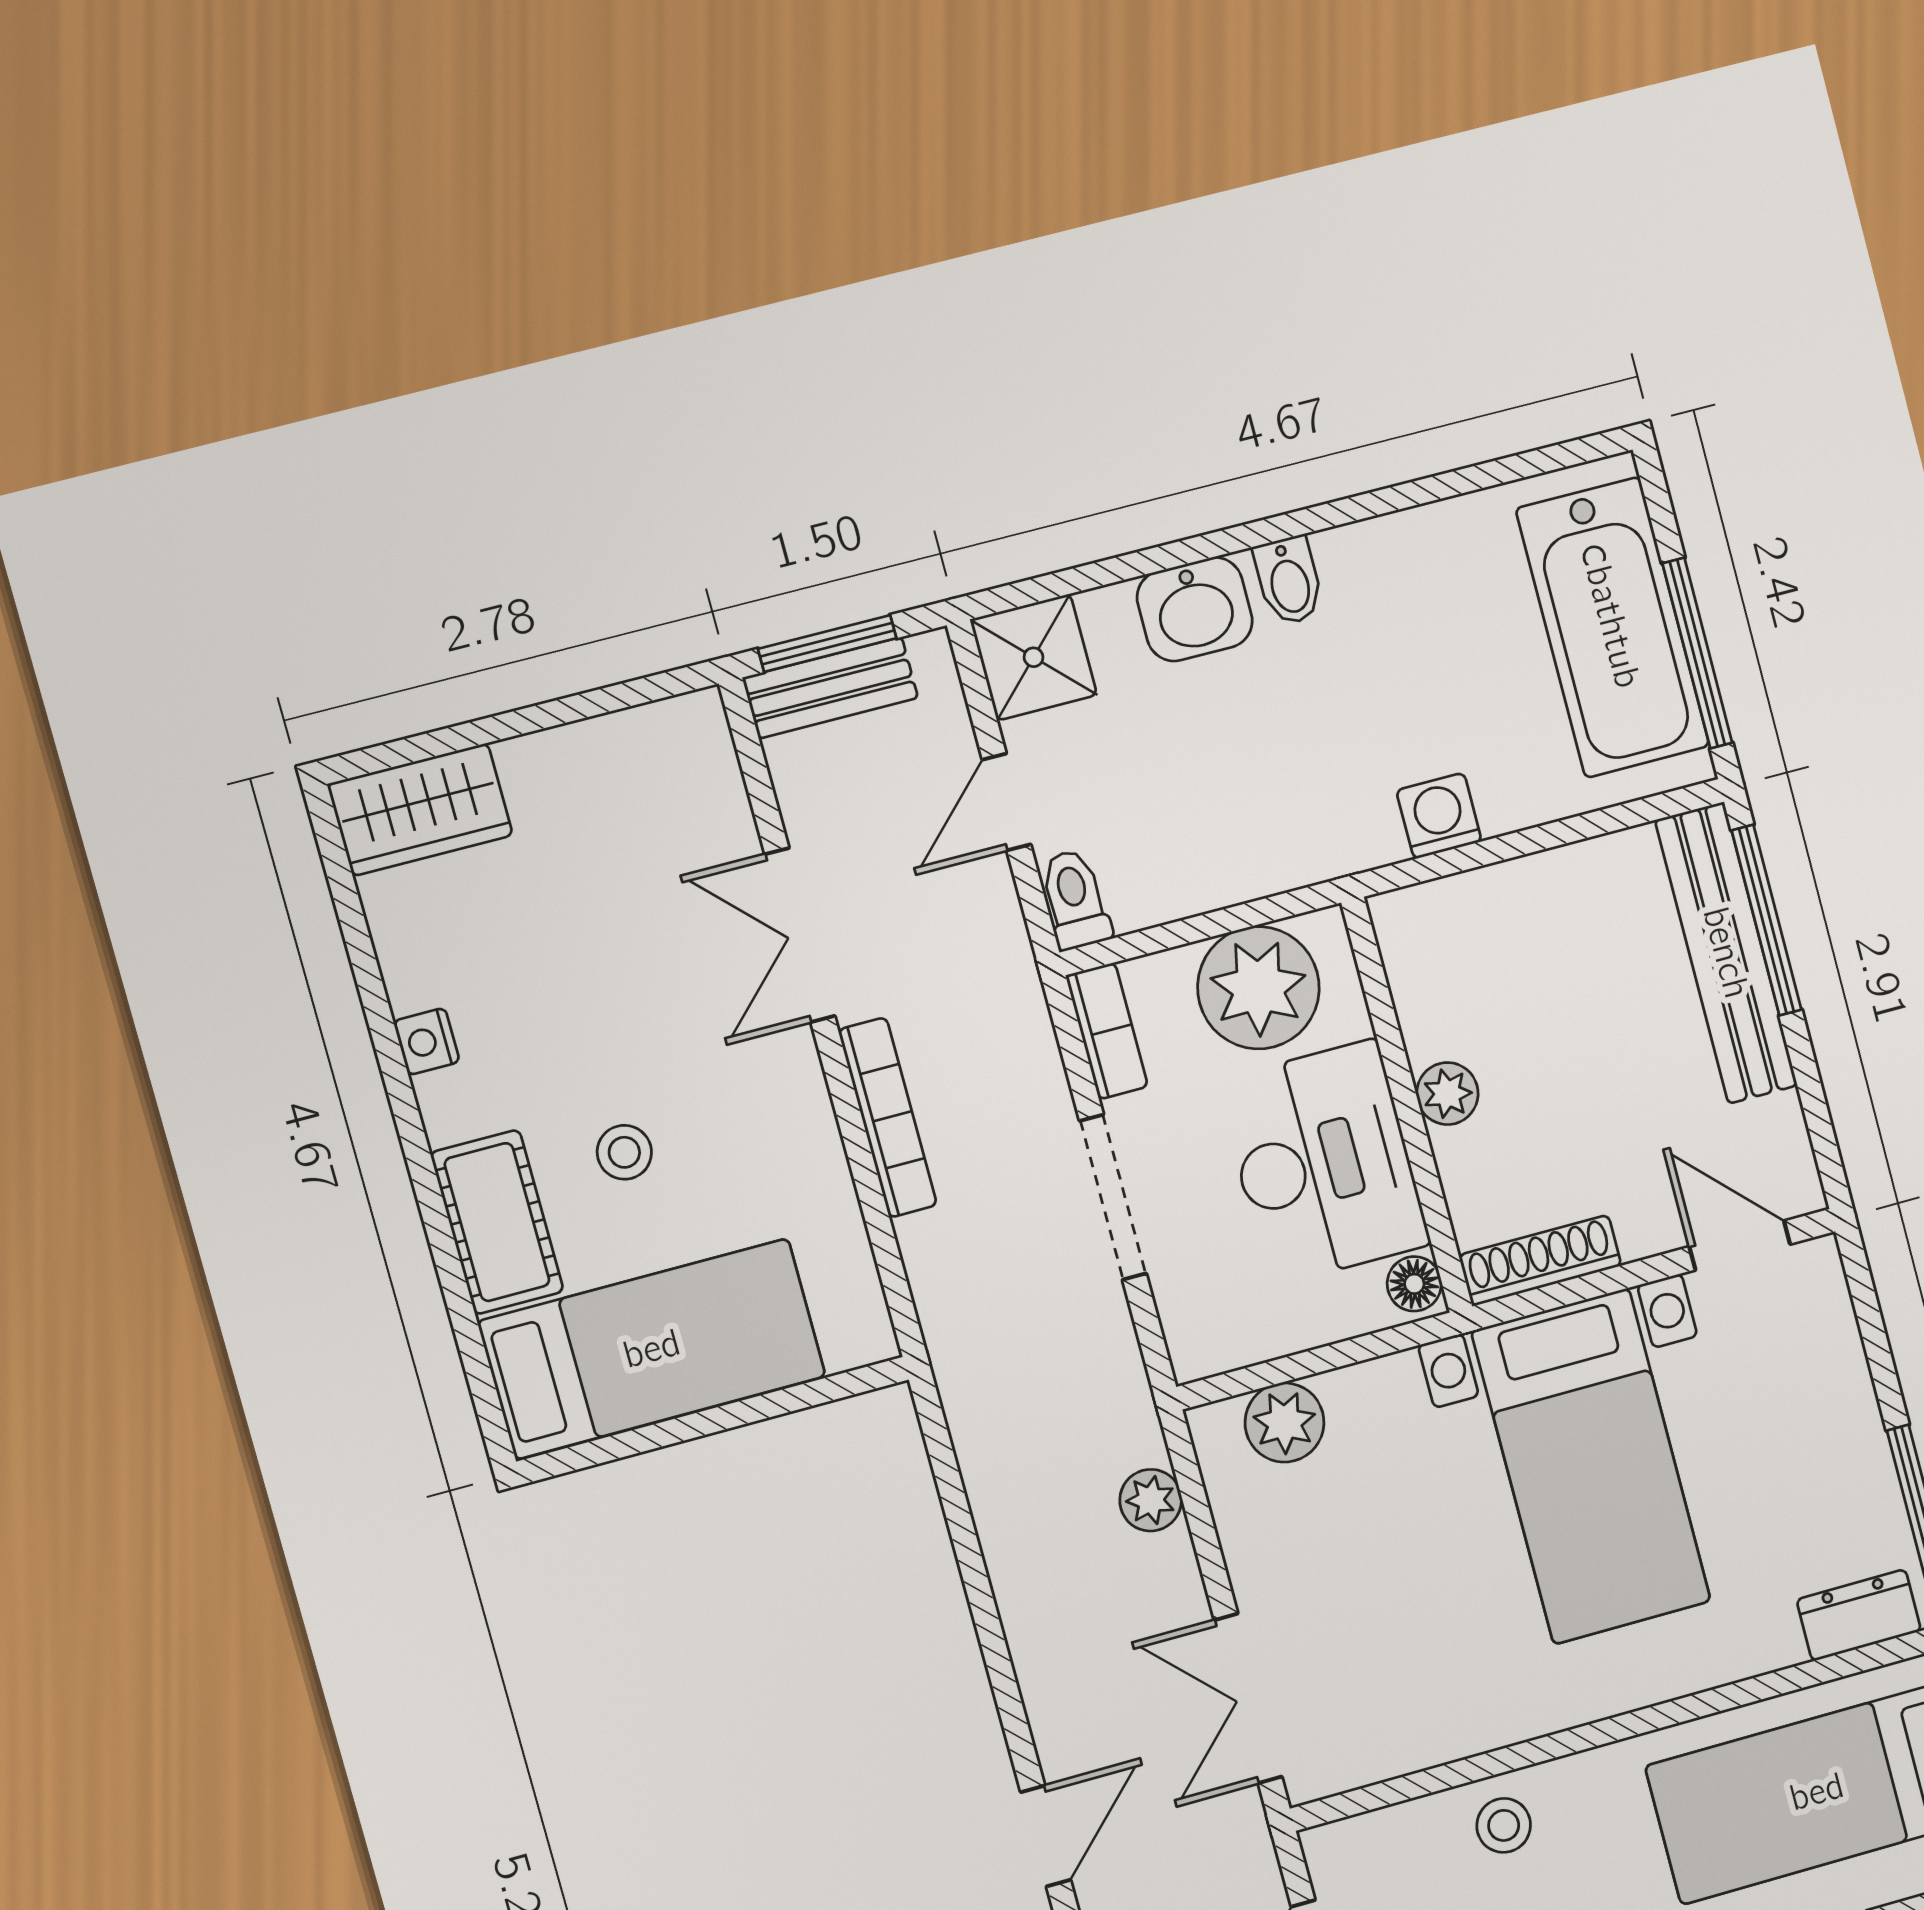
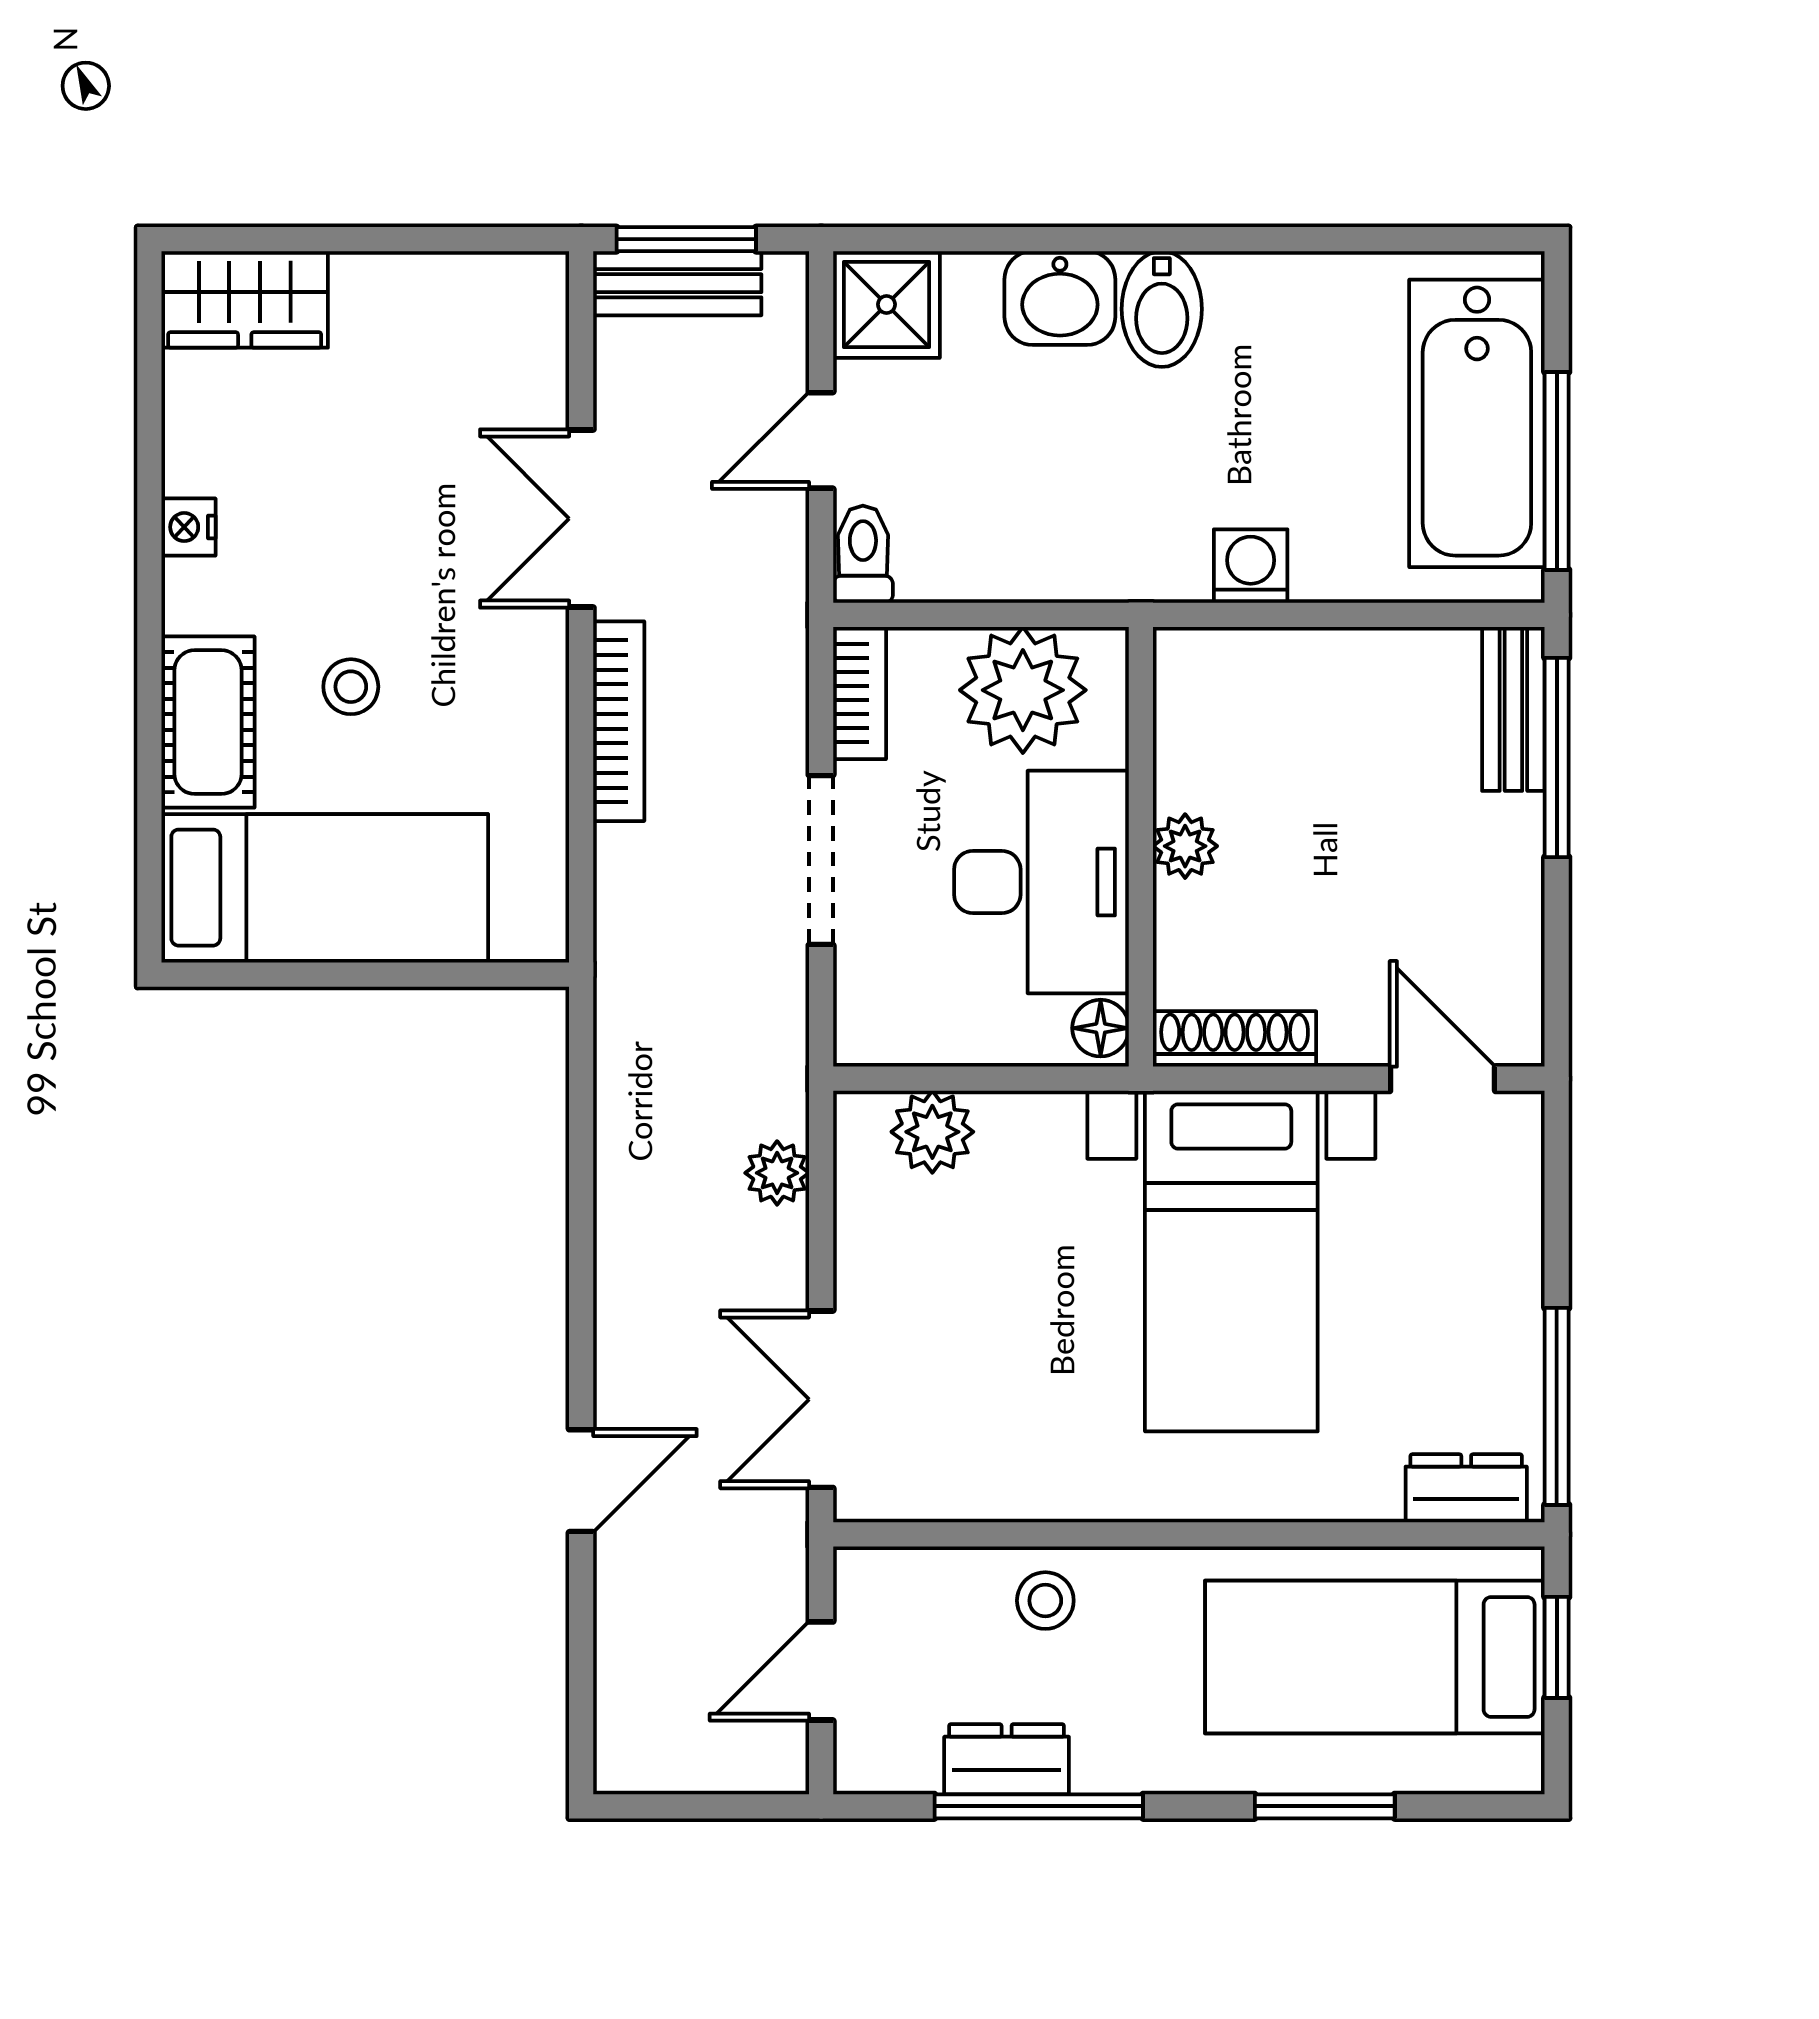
bidet: (1289, 581) -> (1162, 309), width x1.38, depth x1.36
bench: (1726, 953) -> (1513, 709), width x0.54, depth x0.82

